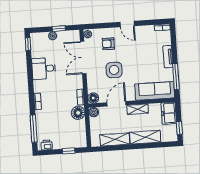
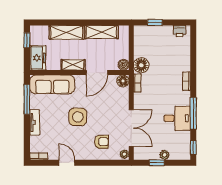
door: (127, 24) -> (67, 163), moved
side table: (114, 70) -> (78, 117), moved
window: (34, 129) -> (193, 113), moved

